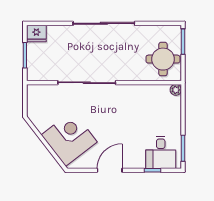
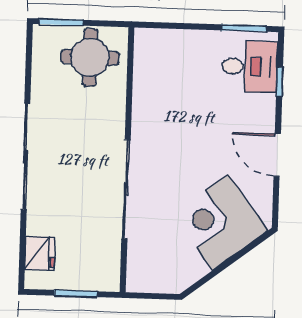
fridge: (36, 33) -> (40, 253), moved
plant: (176, 90) -> (143, 37), removed

